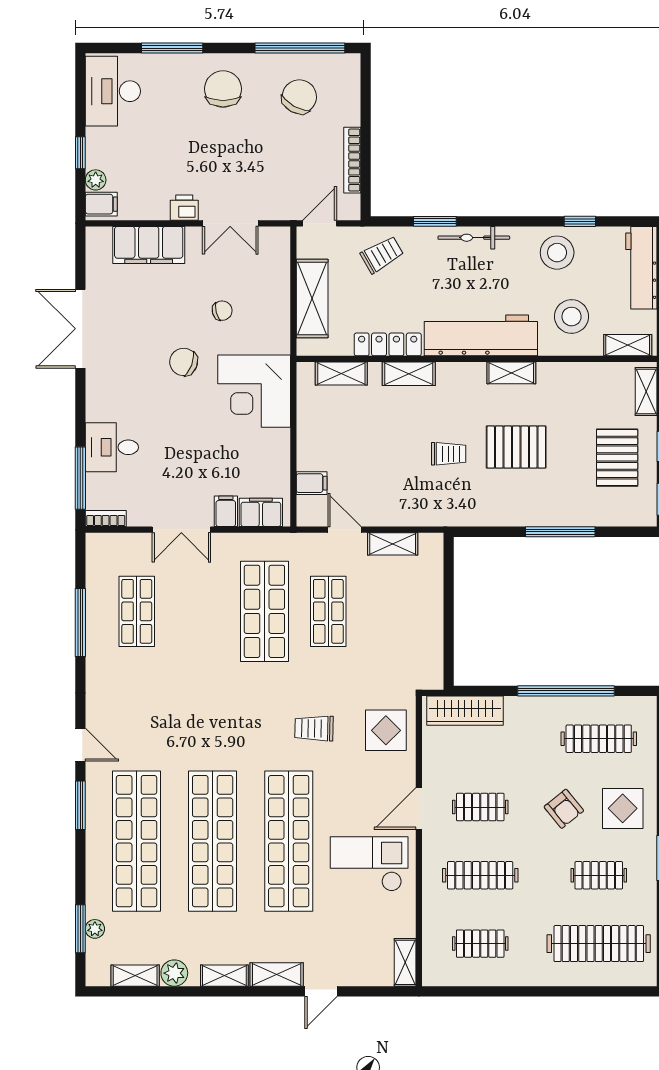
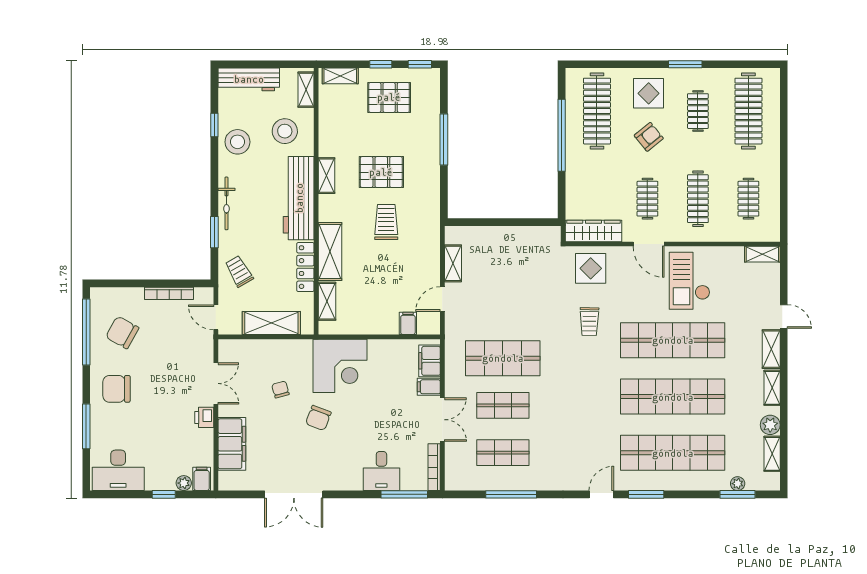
shelving: (409, 374) -> (330, 252), width x1.50, depth x1.33
pallet: (516, 447) -> (381, 172), turned 90
trolley: (449, 454) -> (386, 222), width x1.36, depth x1.39
bookcase: (106, 519) -> (434, 467), width x1.56
shop shelf: (328, 611) -> (503, 405), moved
wardrobe: (465, 711) -> (593, 231), moved, turned -90
clothes rail: (599, 739) -> (597, 111), width x1.37, depth x1.31

